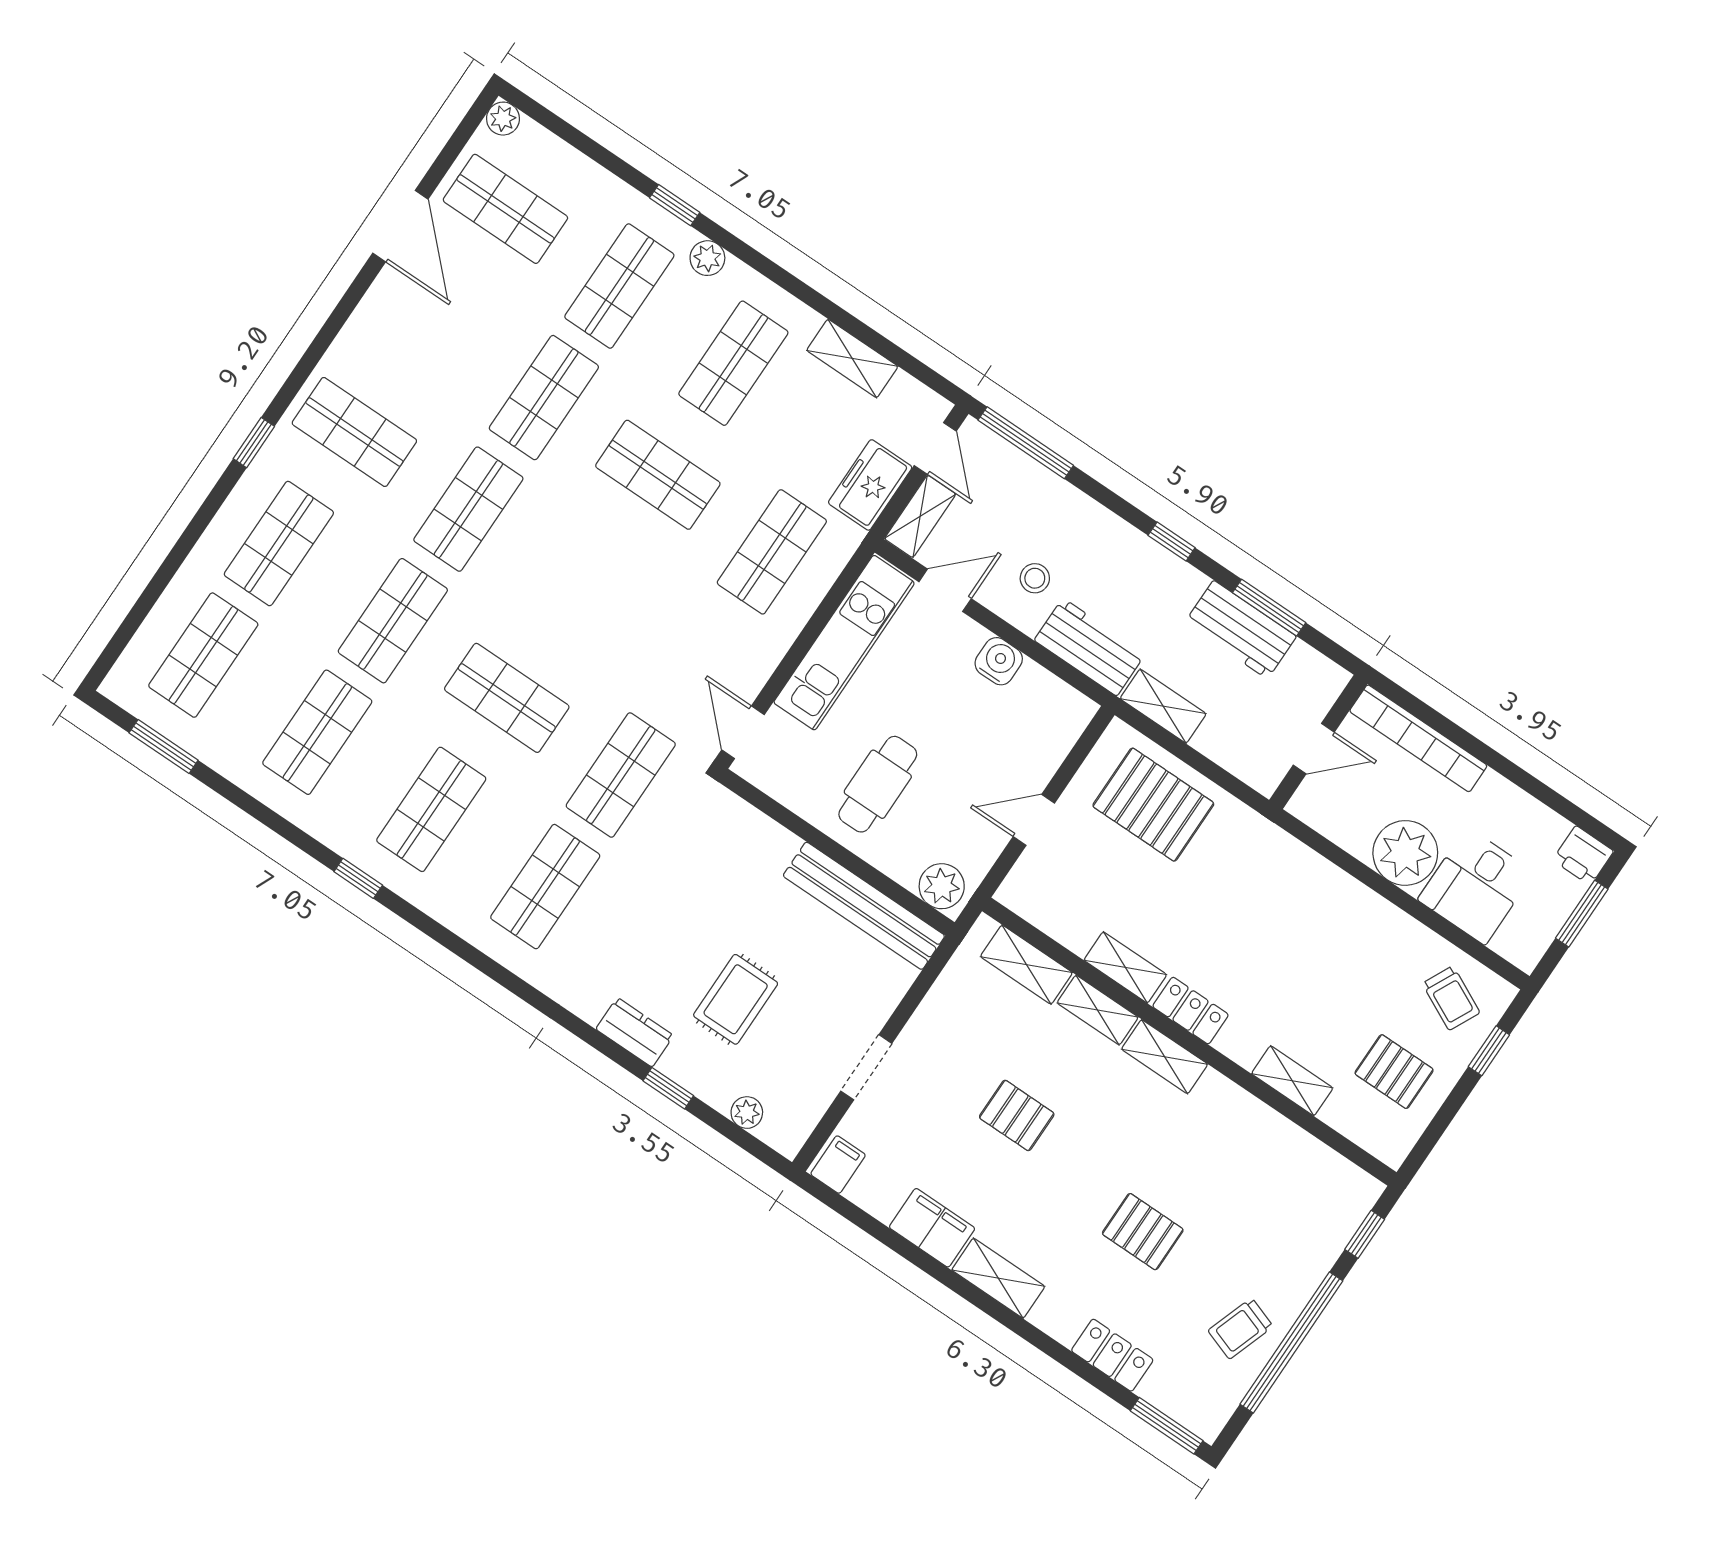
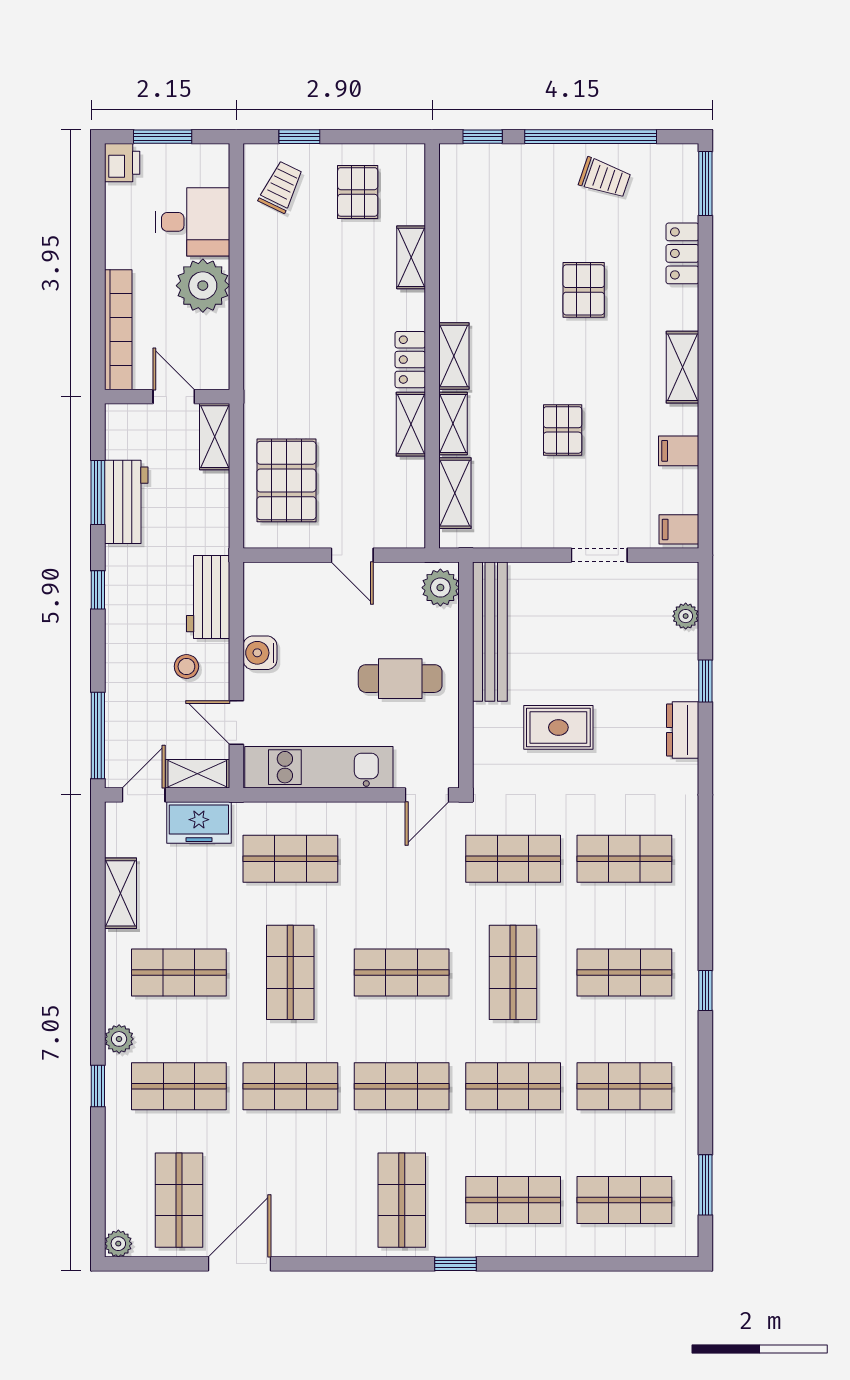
shop shelf: (582, 586) -> (402, 972), added
shelving: (1163, 706) -> (215, 437), moved
rug: (736, 999) -> (558, 727), moved
filing cabinet: (932, 1228) -> (679, 451), width x0.50

